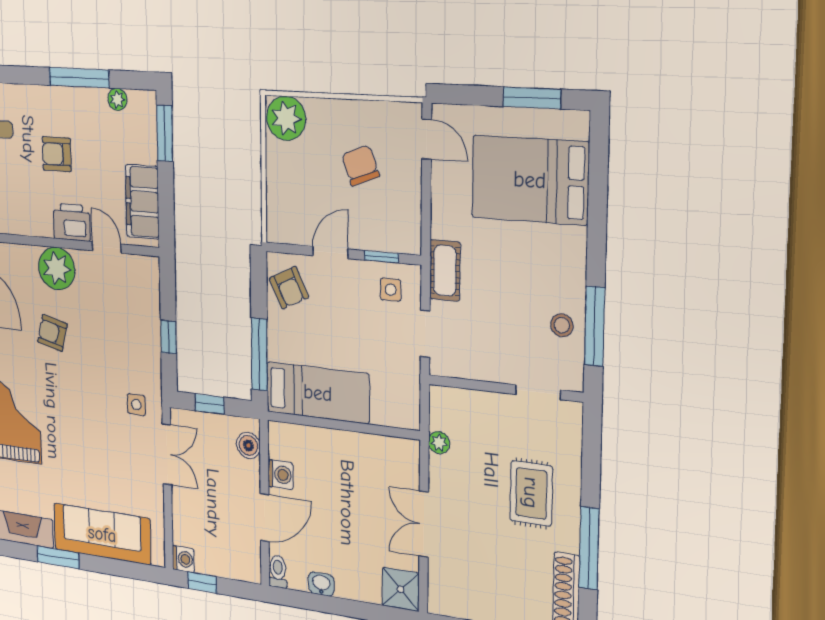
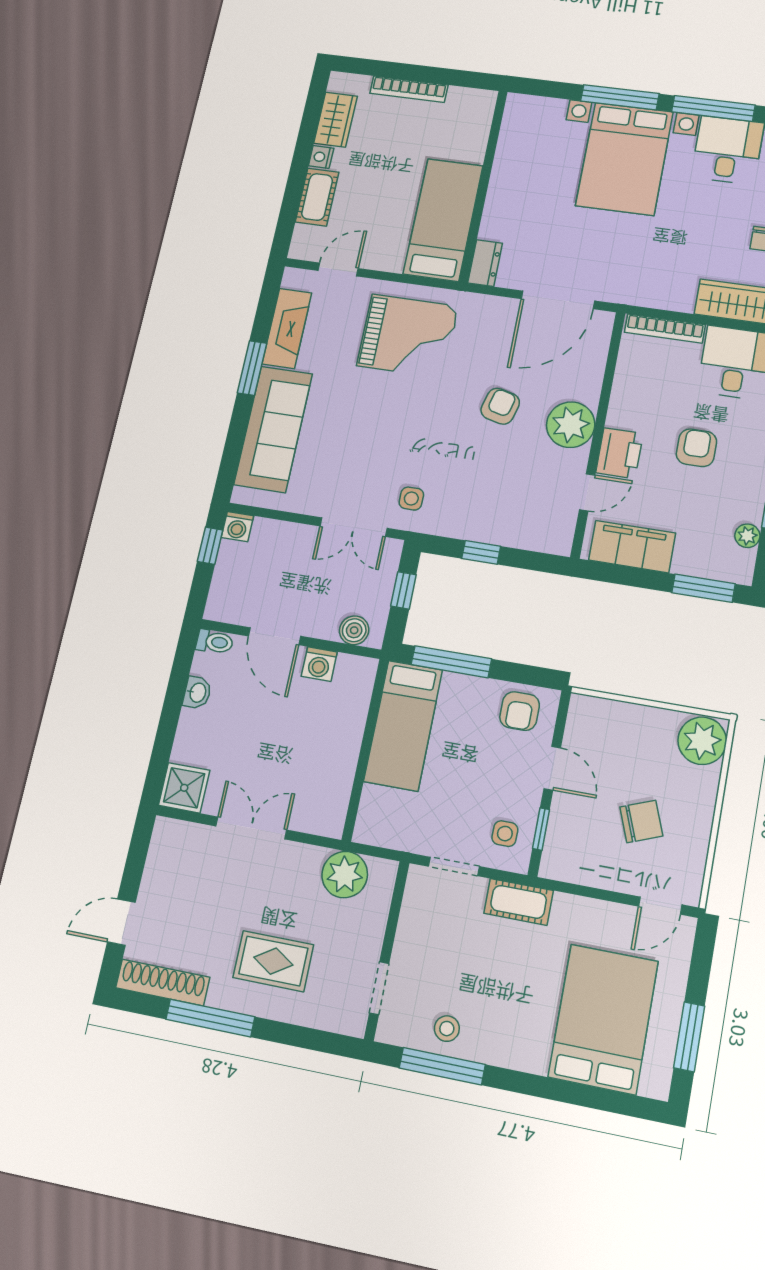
armchair: (289, 288) -> (520, 711), turned -64
plant: (439, 443) -> (345, 875), width x1.88, depth x1.88

